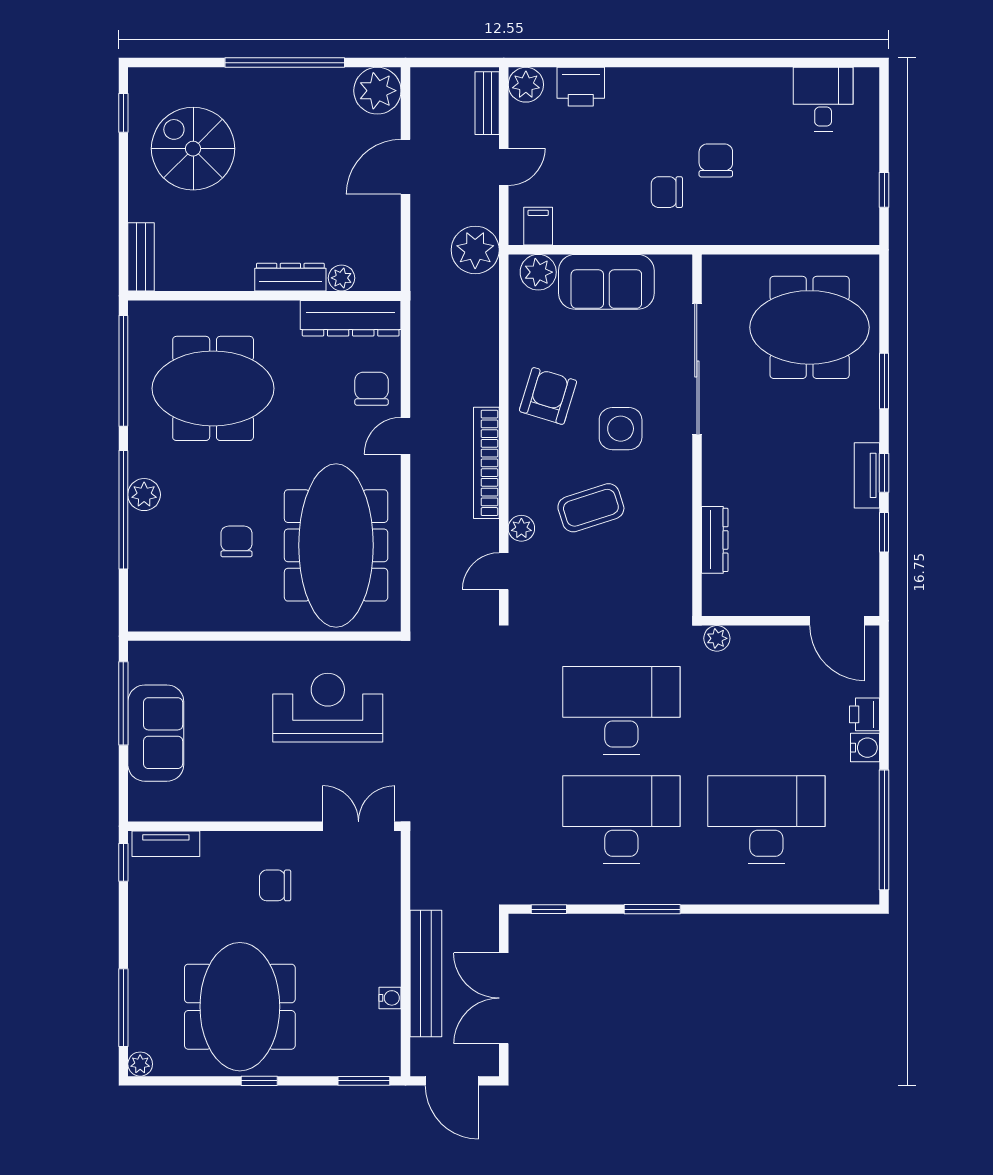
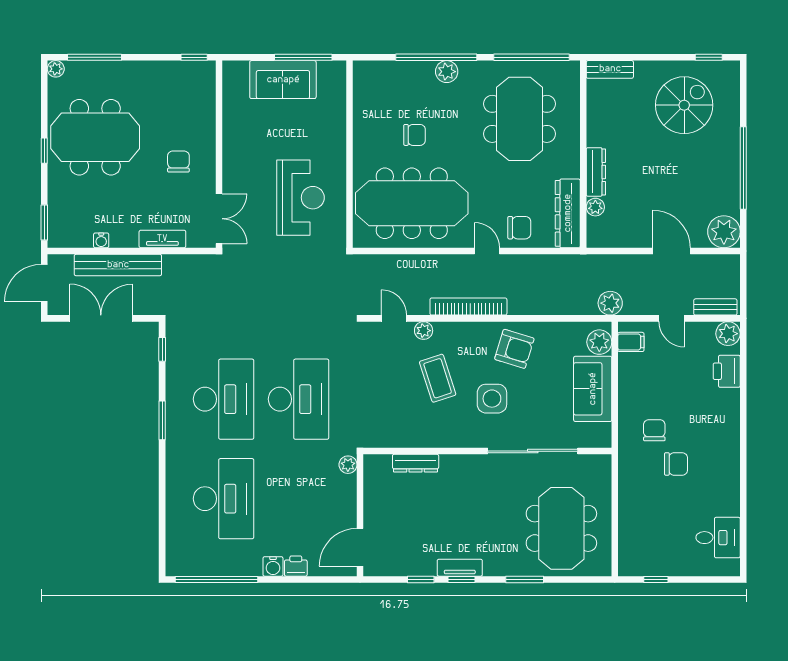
plant: (475, 250) -> (610, 303), width x0.73, depth x0.73
tv unit: (166, 844) -> (162, 239), moved, turned 90

